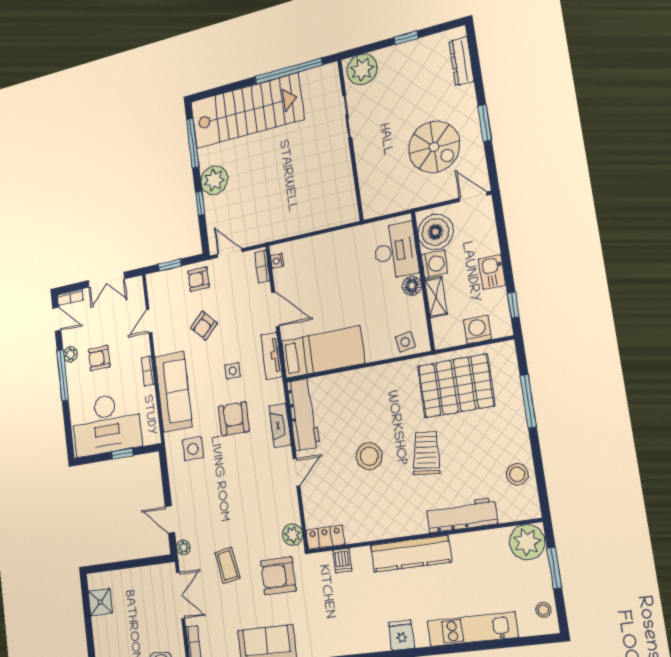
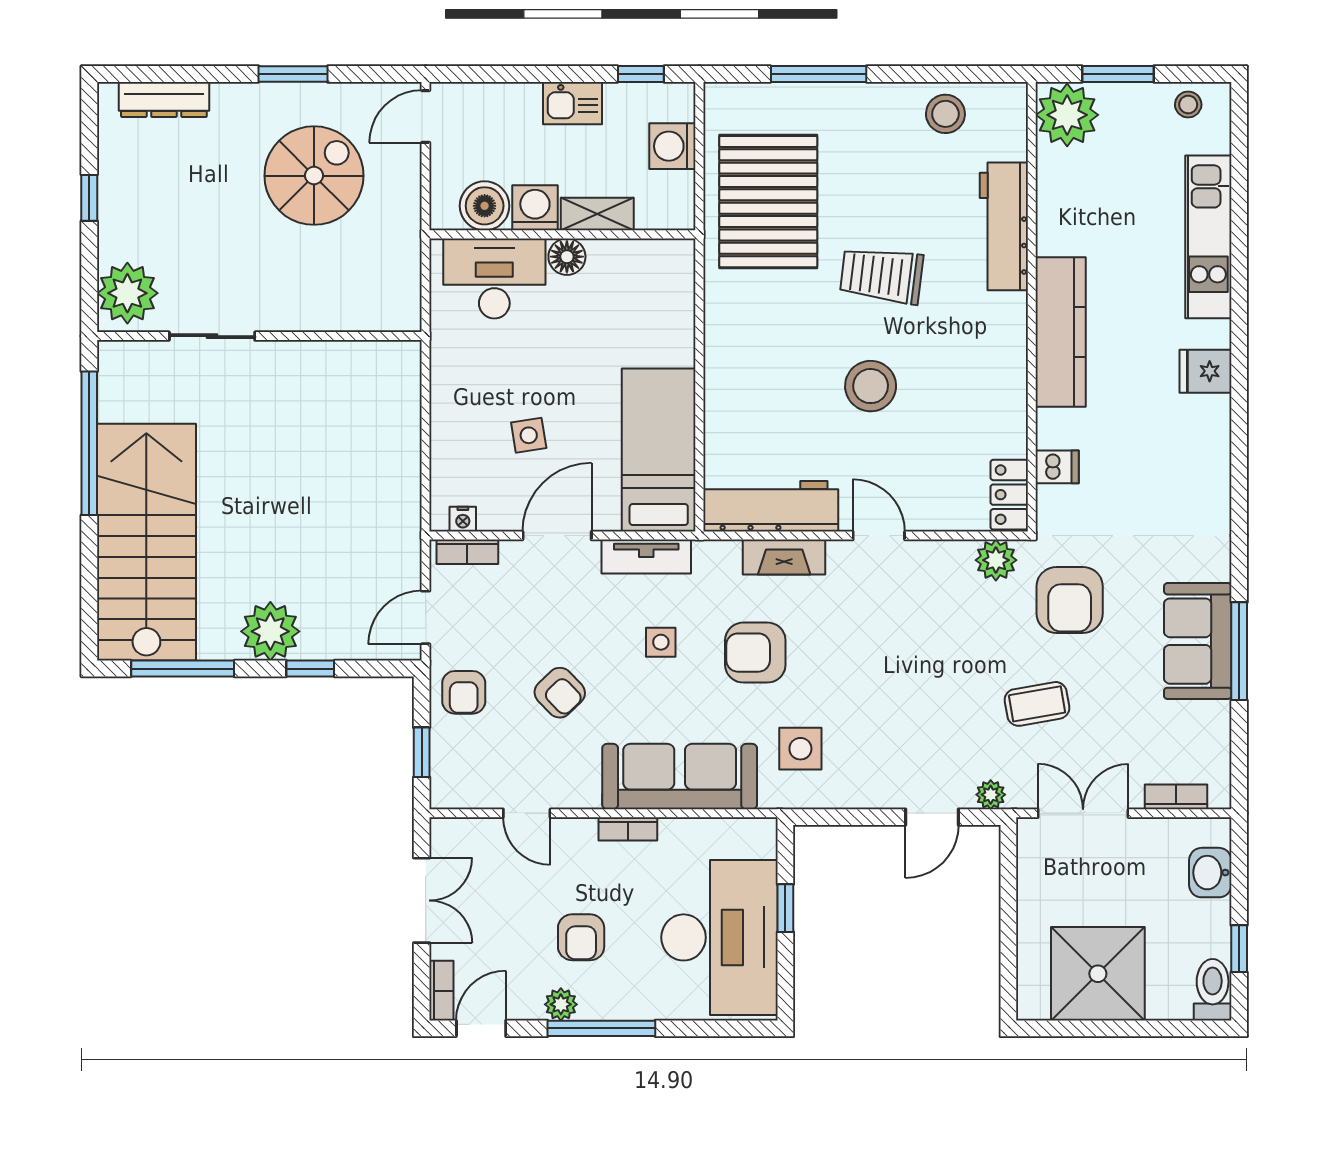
boiler: (435, 232) -> (485, 206), width x0.73, depth x0.73
side table: (405, 342) -> (529, 435), moved
shower: (100, 602) -> (1098, 974), width x1.86, depth x1.86

